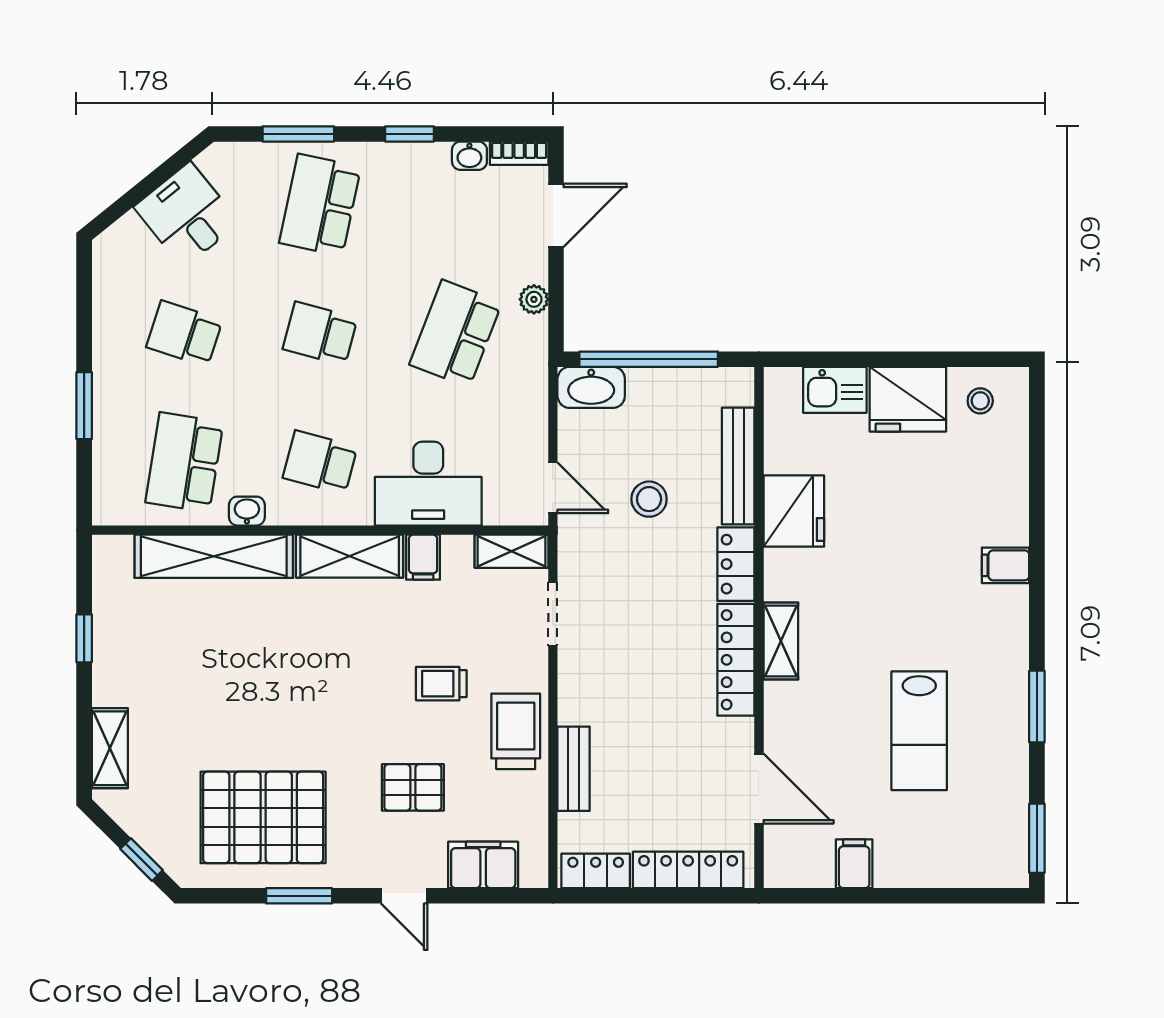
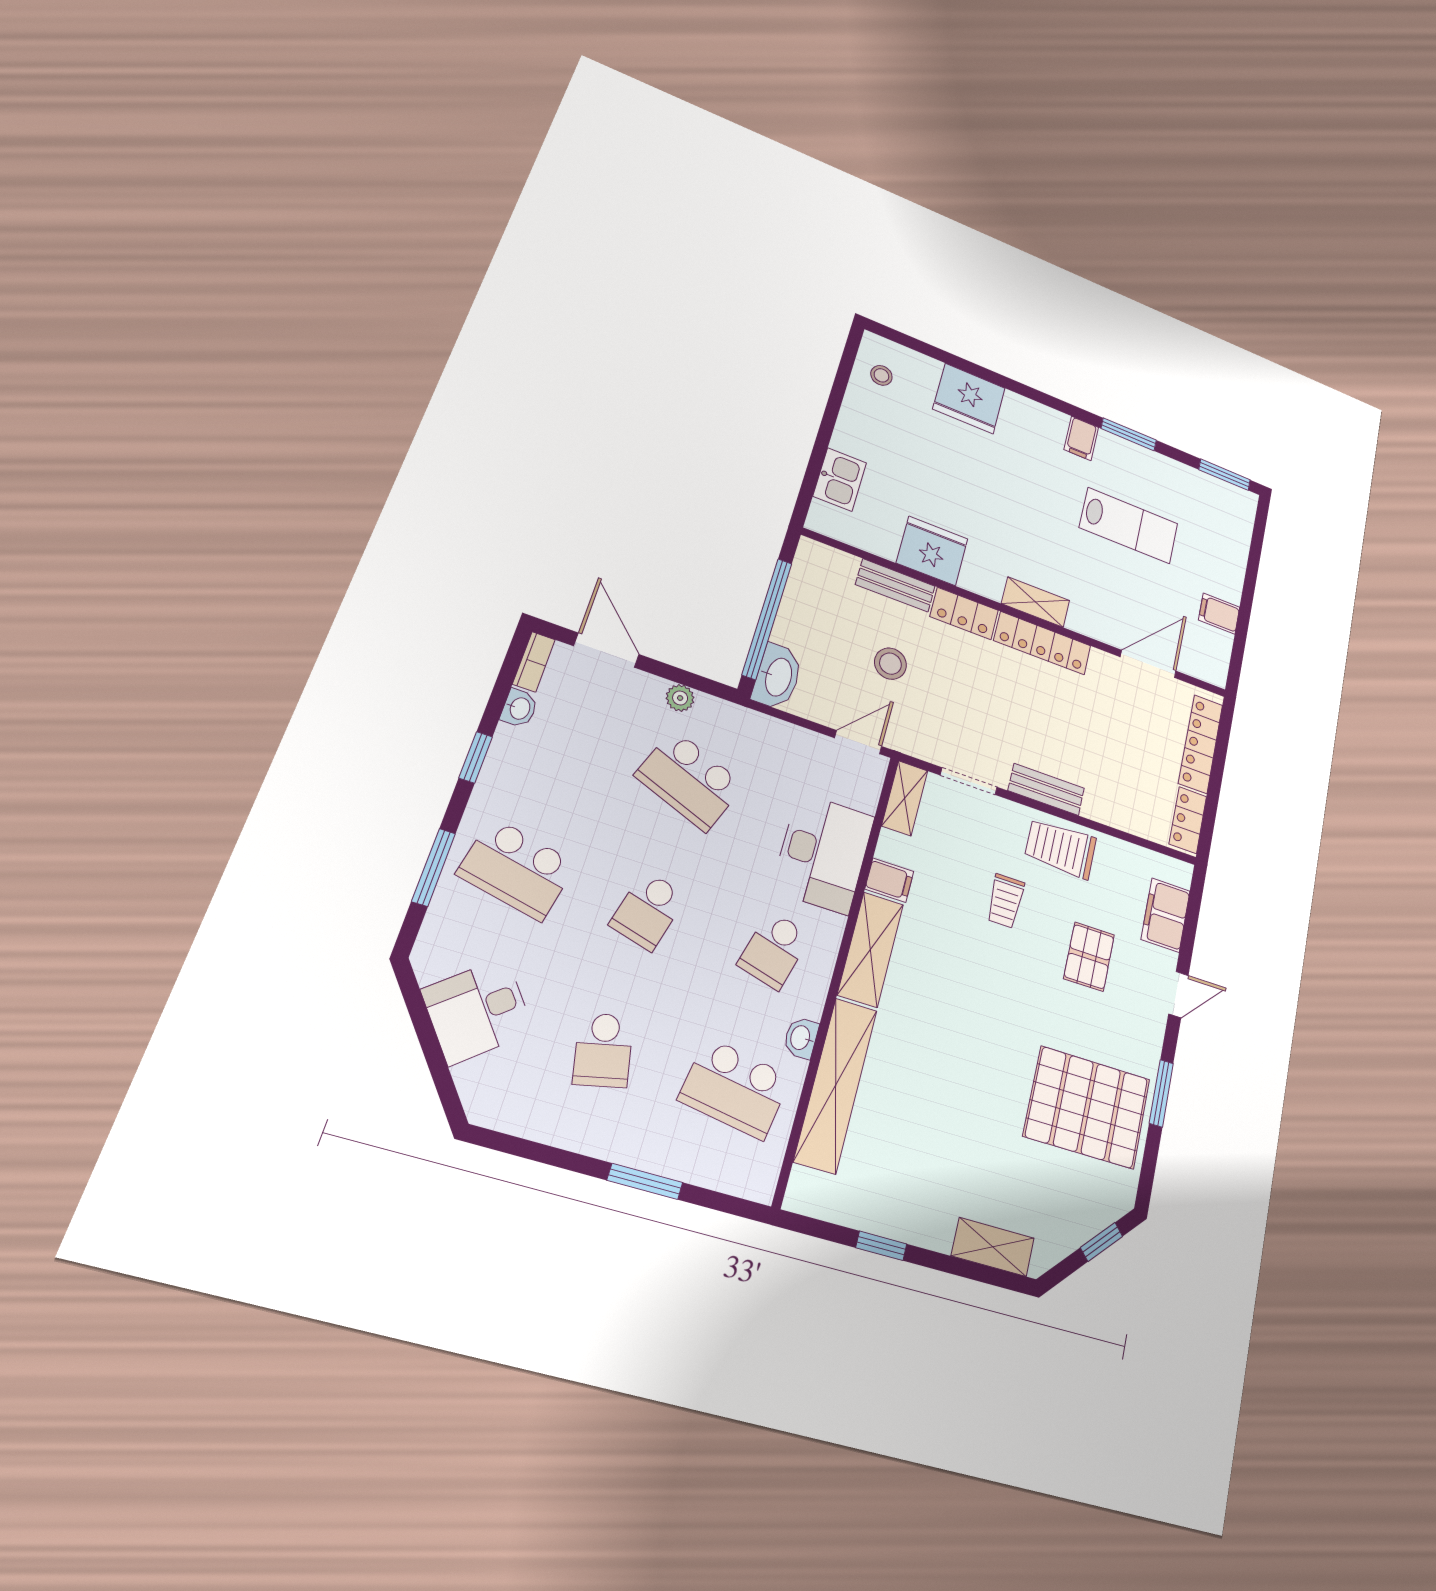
school desk: (184, 334) -> (603, 1050), turned -30
fridge: (908, 399) -> (969, 398), moved, turned 90
bench: (738, 466) -> (895, 585), width x0.73
filing cabinet: (1006, 565) -> (1081, 438), moved
bench: (574, 769) -> (1046, 789), moved
pallet: (263, 817) -> (1087, 1107), turned 90

